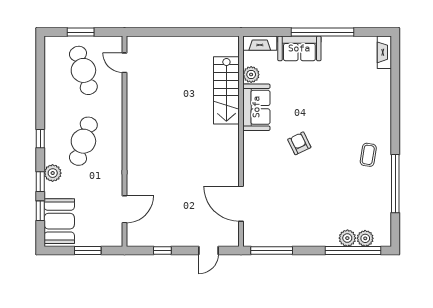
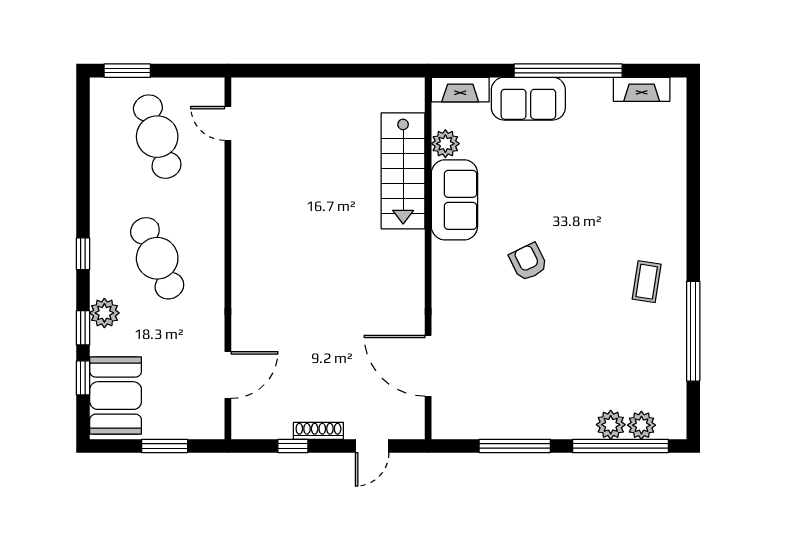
window: (81, 32) -> (127, 71), moved
fireplace: (384, 52) -> (642, 89), moved, turned -90
cafe table: (83, 141) -> (157, 258), turned -42
shoe rack: (177, 242) -> (318, 431), added
window: (272, 250) -> (515, 446), moved

